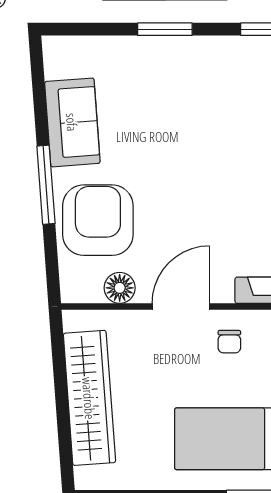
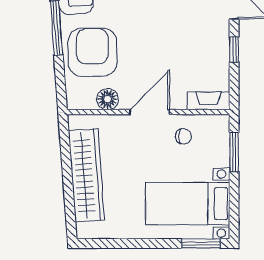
chair: (229, 342) -> (183, 136), turned -90

